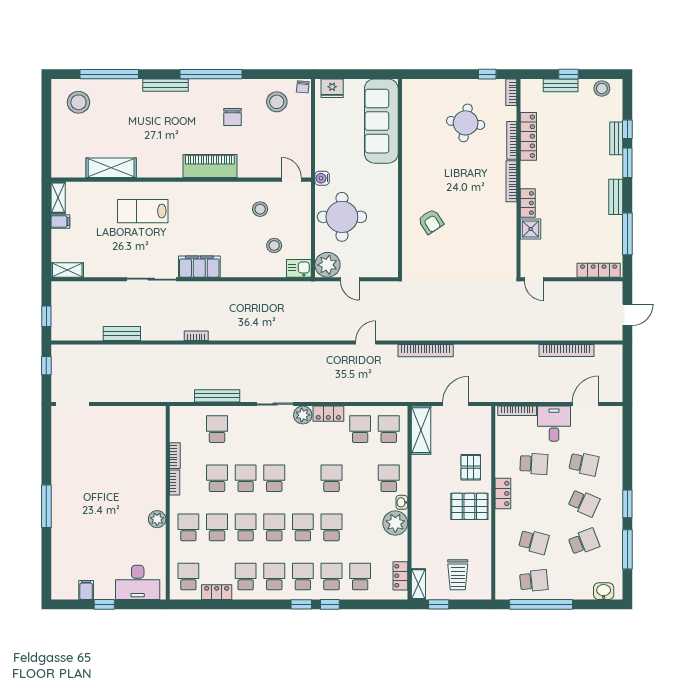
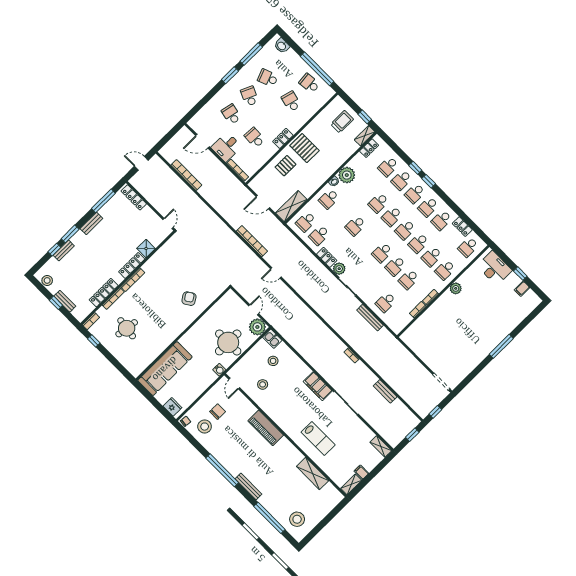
chair: (233, 117) -> (218, 412), moved
locker: (528, 203) -> (132, 265), width x1.53

